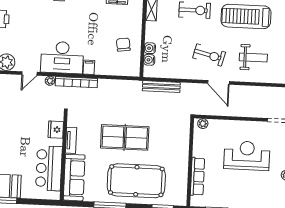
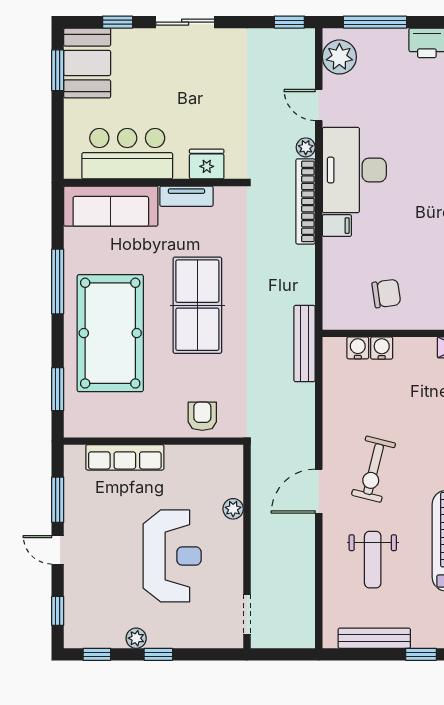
bench: (161, 87) -> (304, 344), moved
plant: (203, 124) -> (233, 509), moved
armchair: (179, 138) -> (202, 416), added

